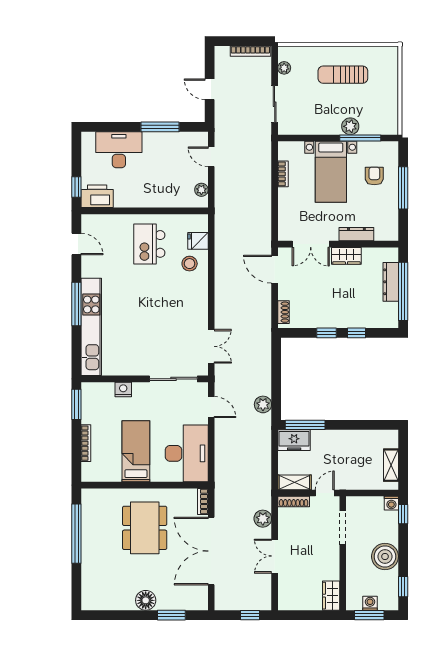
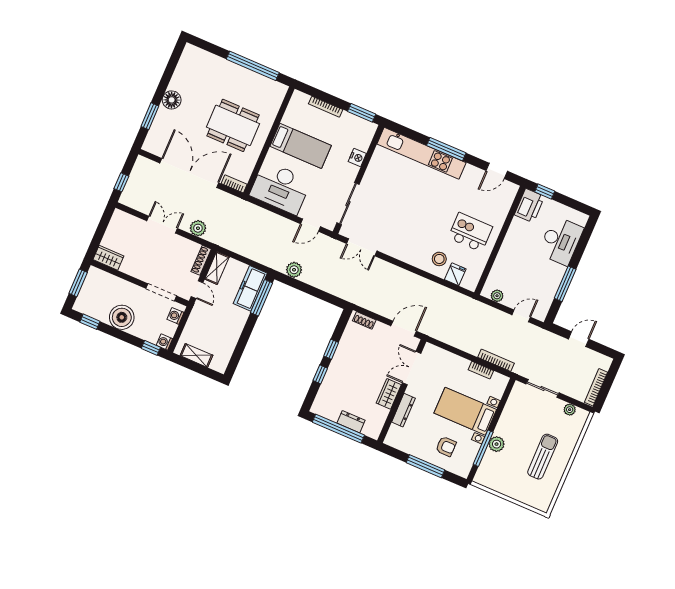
bookcase: (266, 163) -> (496, 360), added
dresser: (391, 282) -> (351, 422), width x0.70
freezer: (294, 440) -> (250, 288), width x1.40
washing machine: (370, 603) -> (175, 316), moved, turned 180

